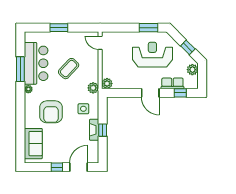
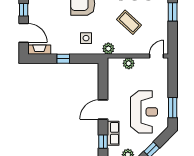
plant: (107, 84) -> (129, 63), moved
fireplace: (94, 130) -> (39, 50), moved

